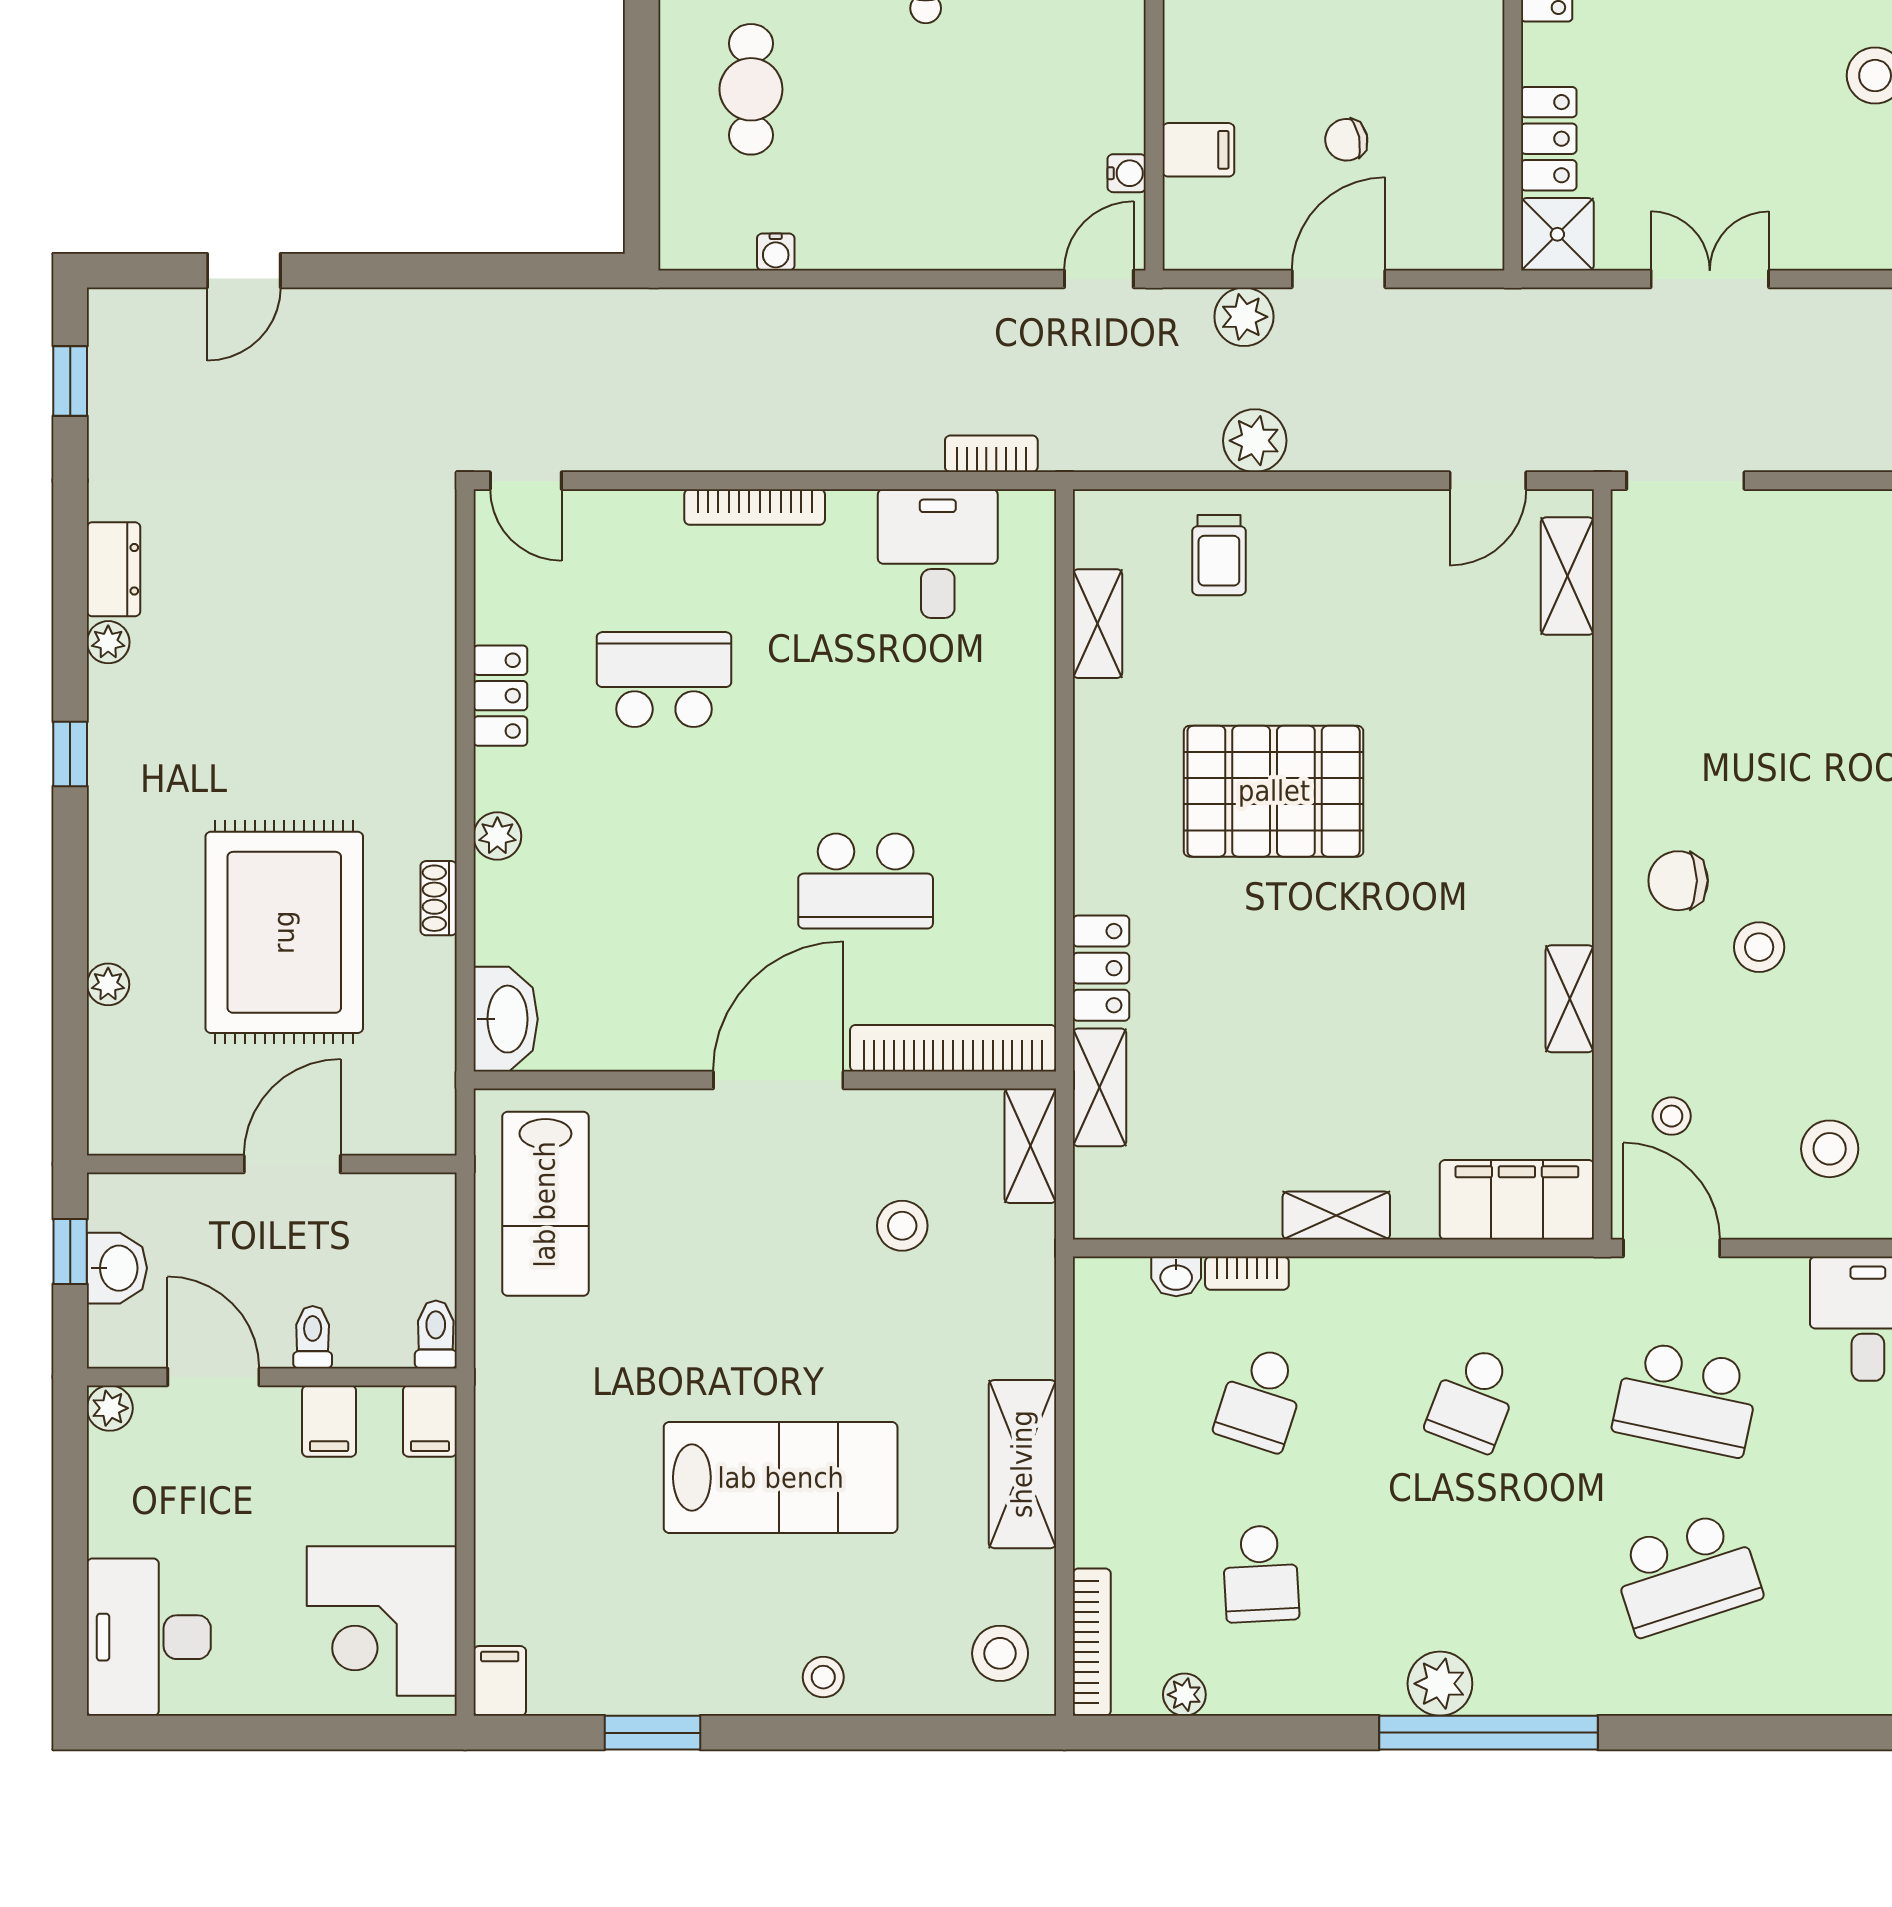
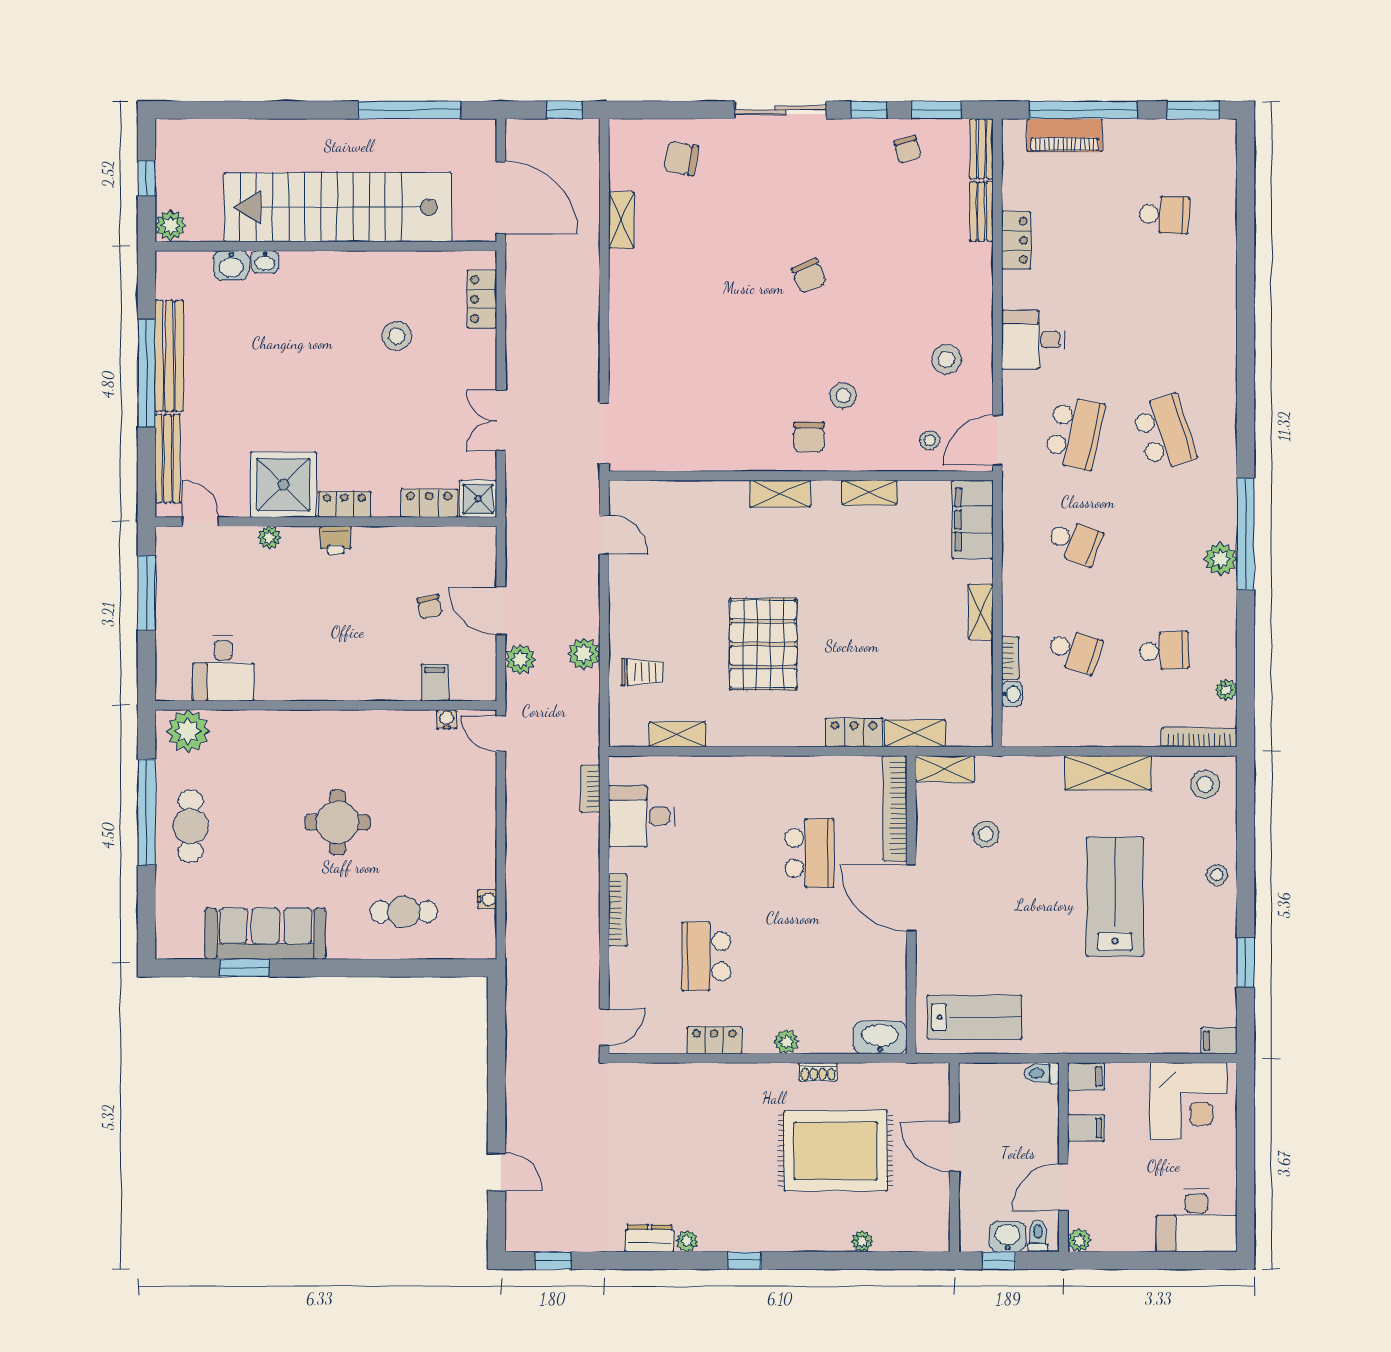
shelving: (1567, 576) -> (780, 494), moved
toilet: (313, 1337) -> (1038, 1236), moved, turned 90

